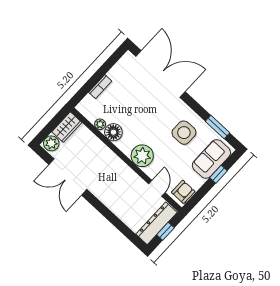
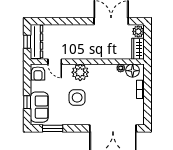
floor lamp: (113, 132) -> (133, 71), moved
side table: (184, 133) -> (77, 98), moved

